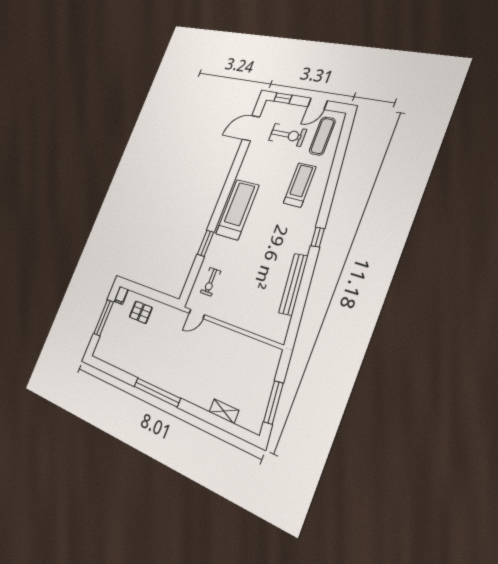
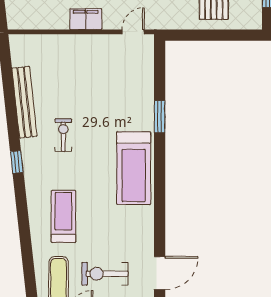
treadmill: (300, 185) -> (63, 216), turned 180
exercise bike: (211, 282) -> (63, 135), moved
filing cabinet: (121, 295) -> (86, 19), moved, width x2.00

